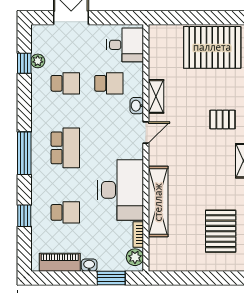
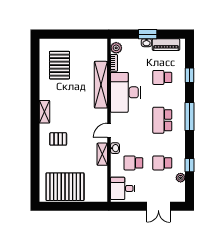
window: (24, 63) -> (190, 165), moved
window: (111, 278) -> (148, 34), moved

